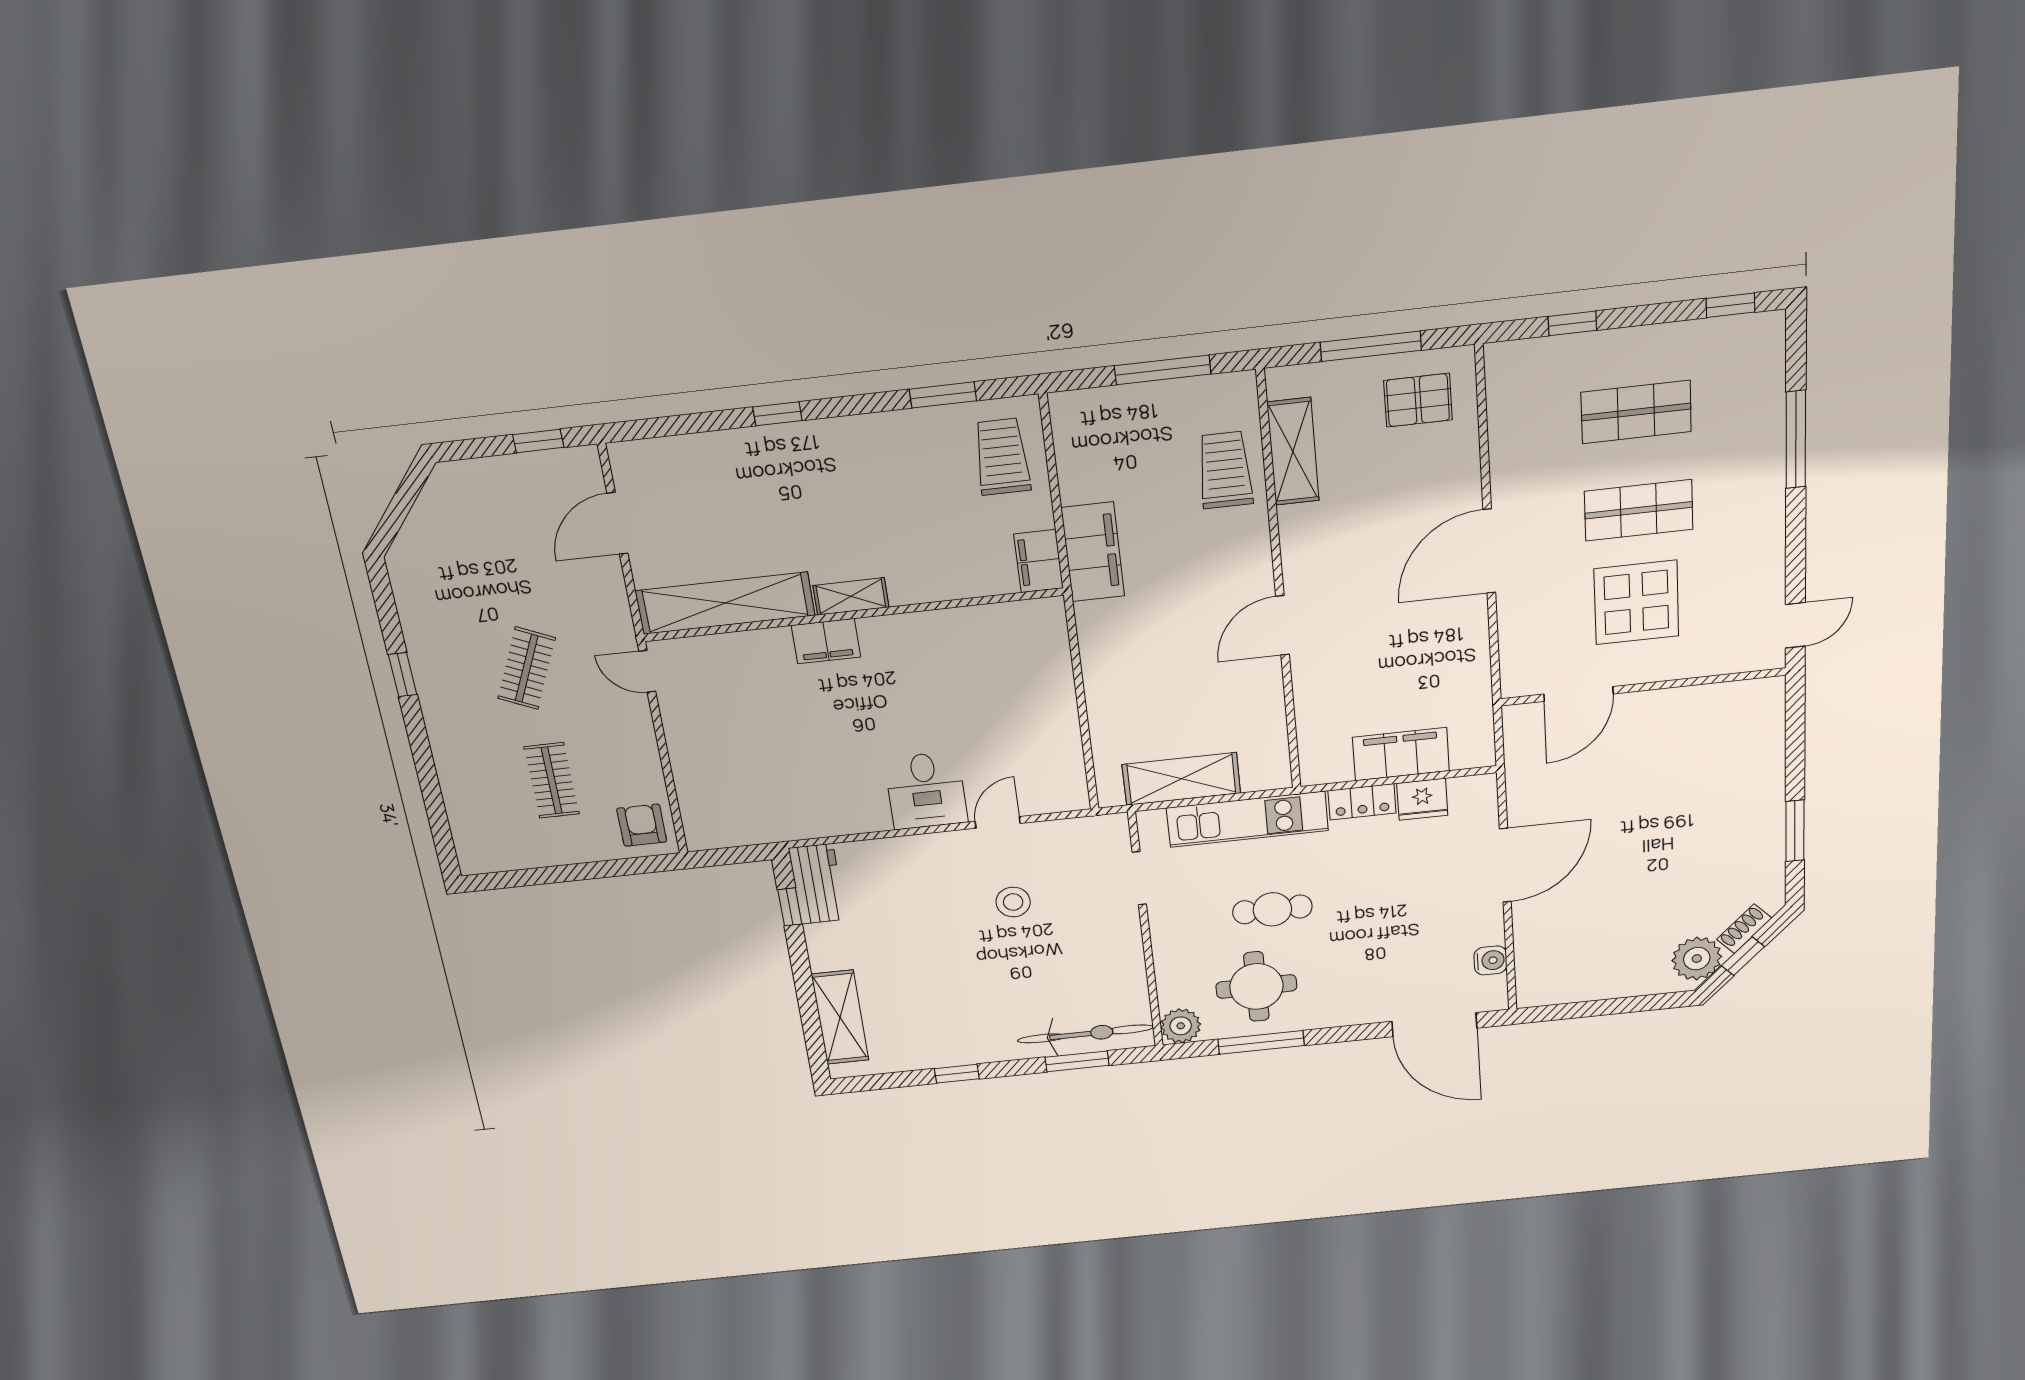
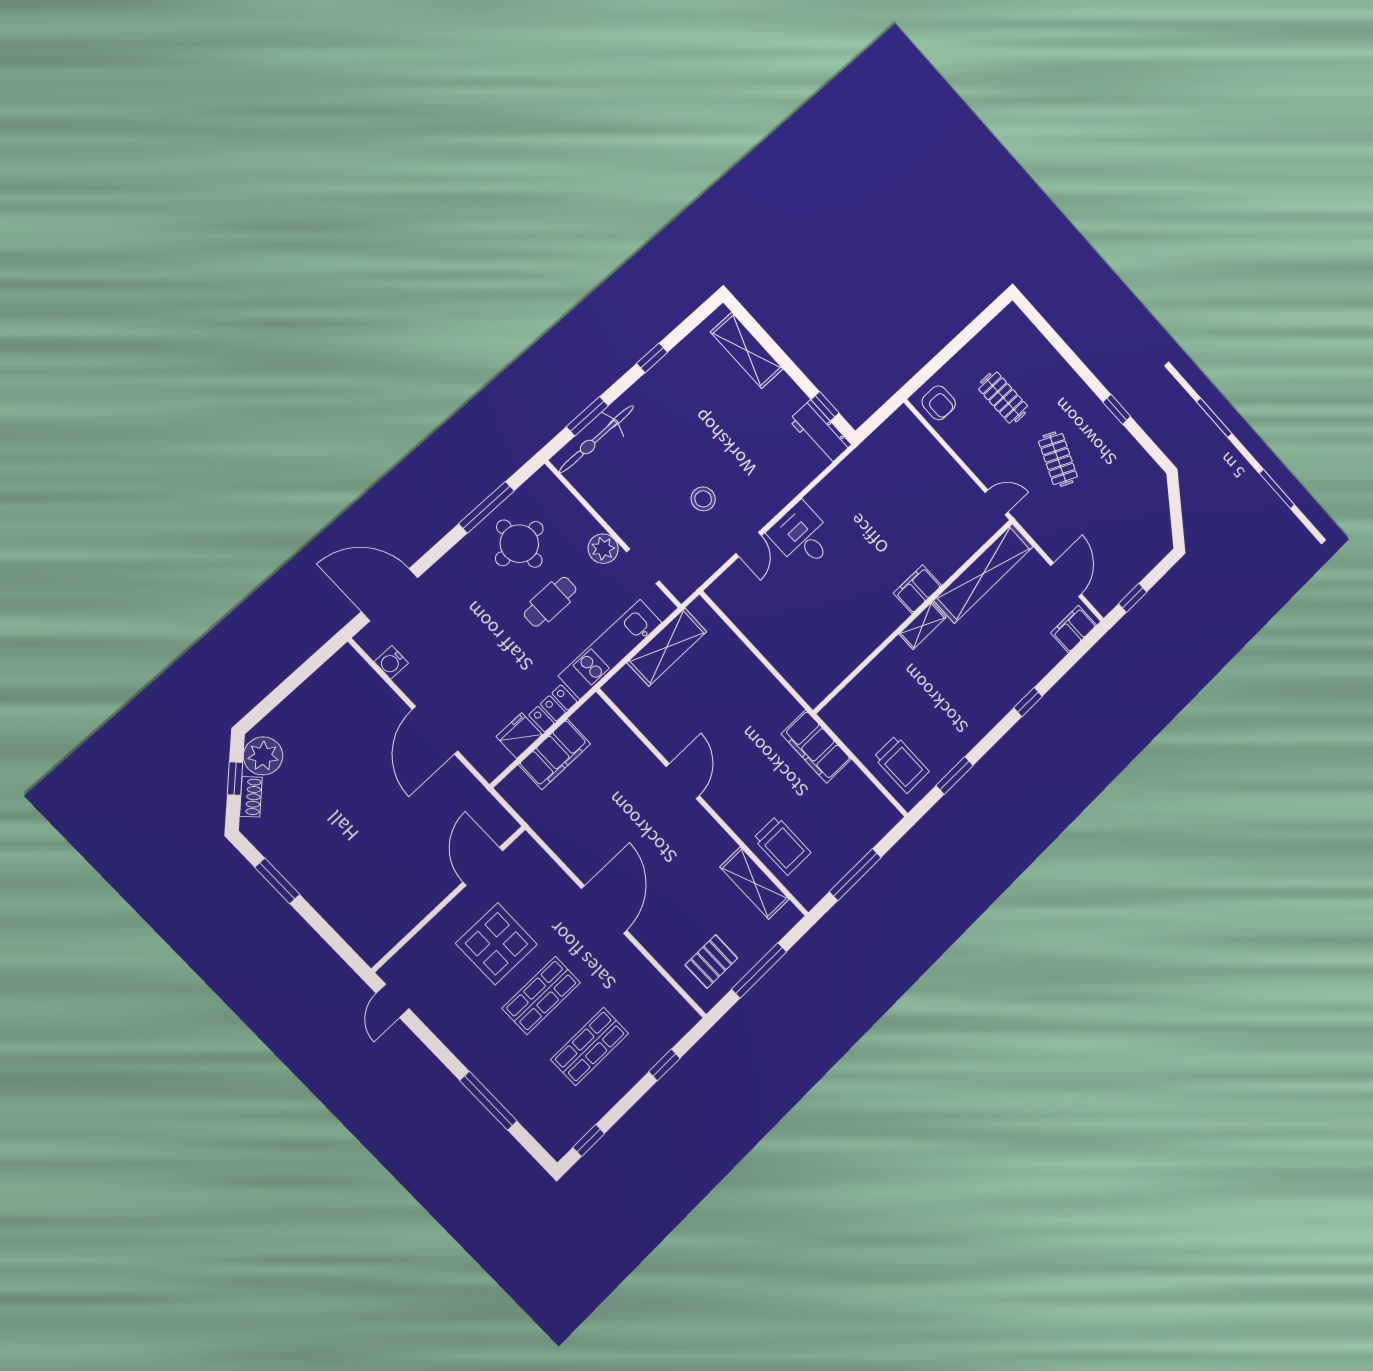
filing cabinet: (1039, 561) -> (1074, 629), moved, turned -90
plant: (1181, 1026) -> (603, 549), moved

